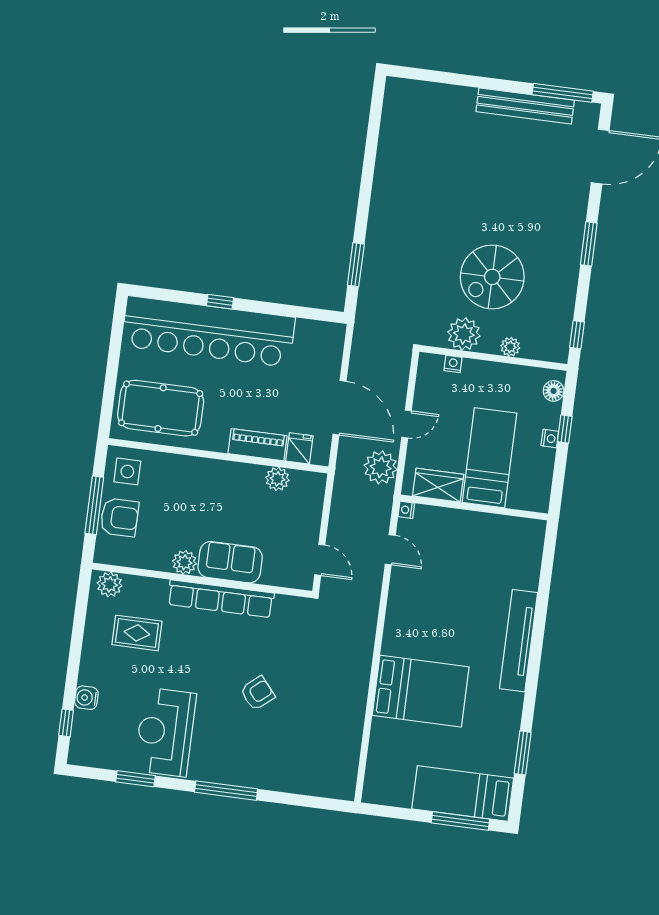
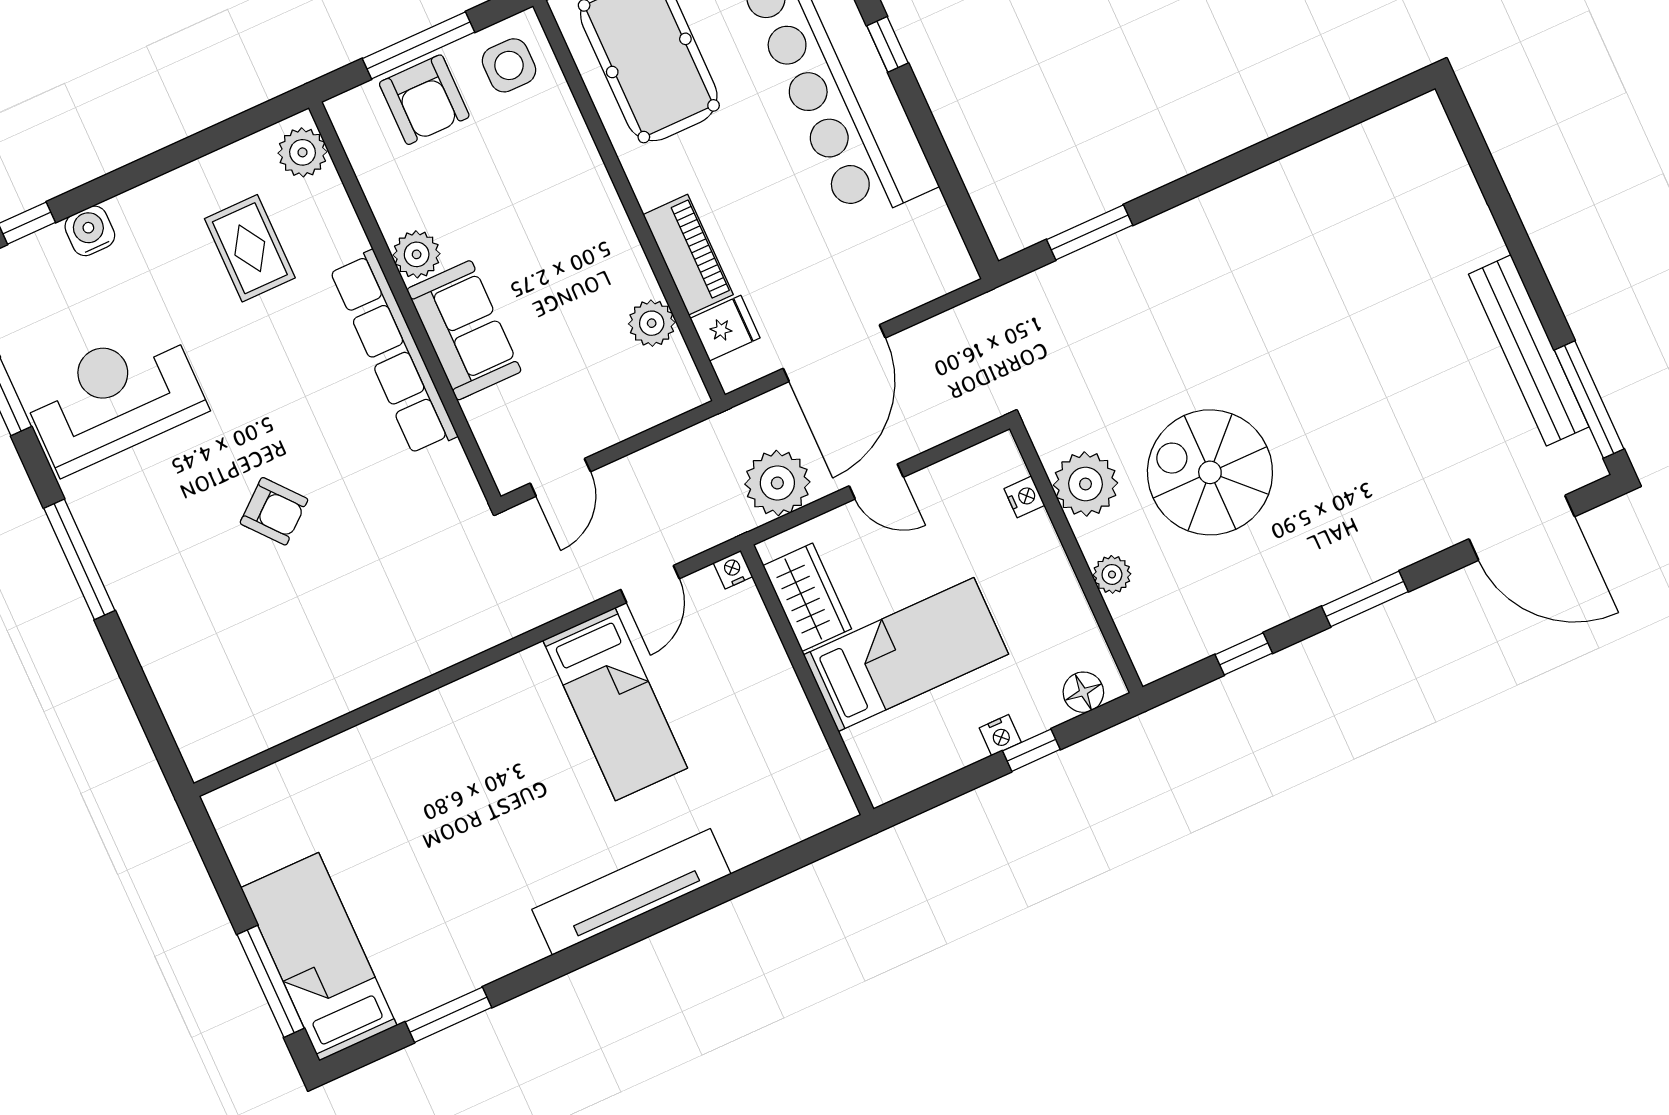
window: (577, 335) -> (1244, 654), moved
bed: (421, 691) -> (615, 704), moved, width x0.67

